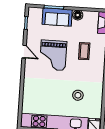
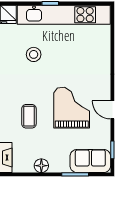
sofa: (57, 17) -> (90, 161), moved

